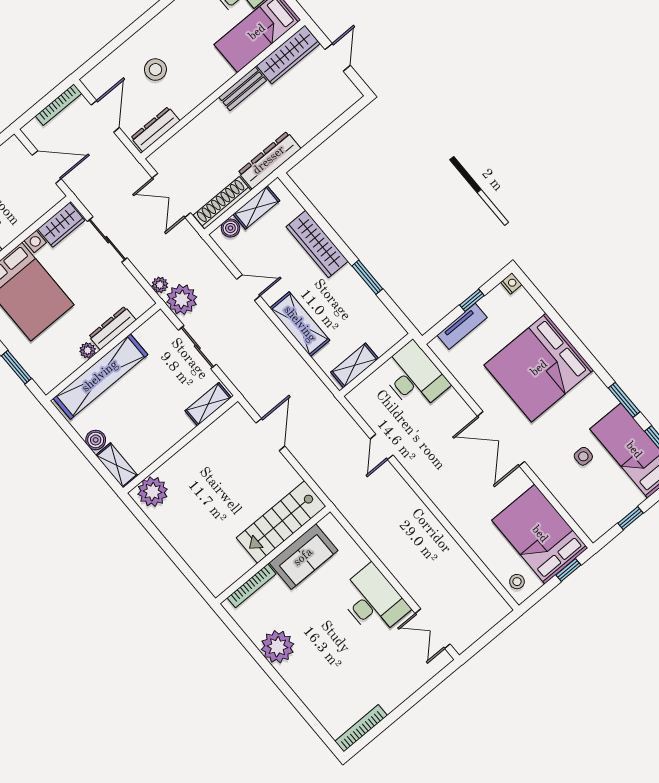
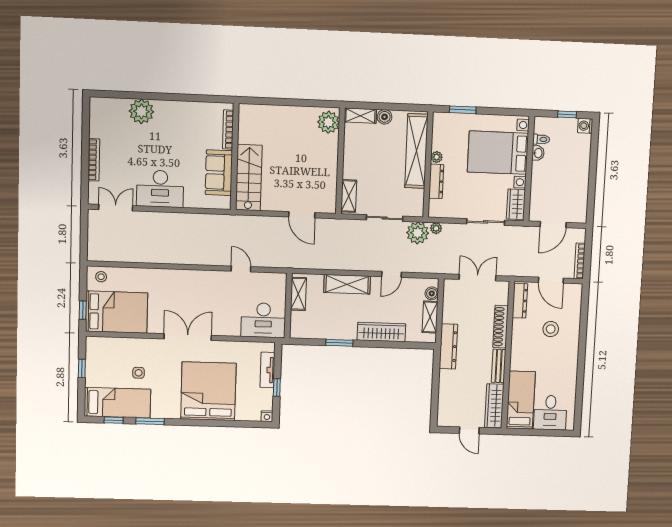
shoe rack: (222, 203) -> (501, 327), moved, turned 180
plant: (277, 647) -> (141, 111), moved
bookcase: (361, 728) -> (94, 160), moved

